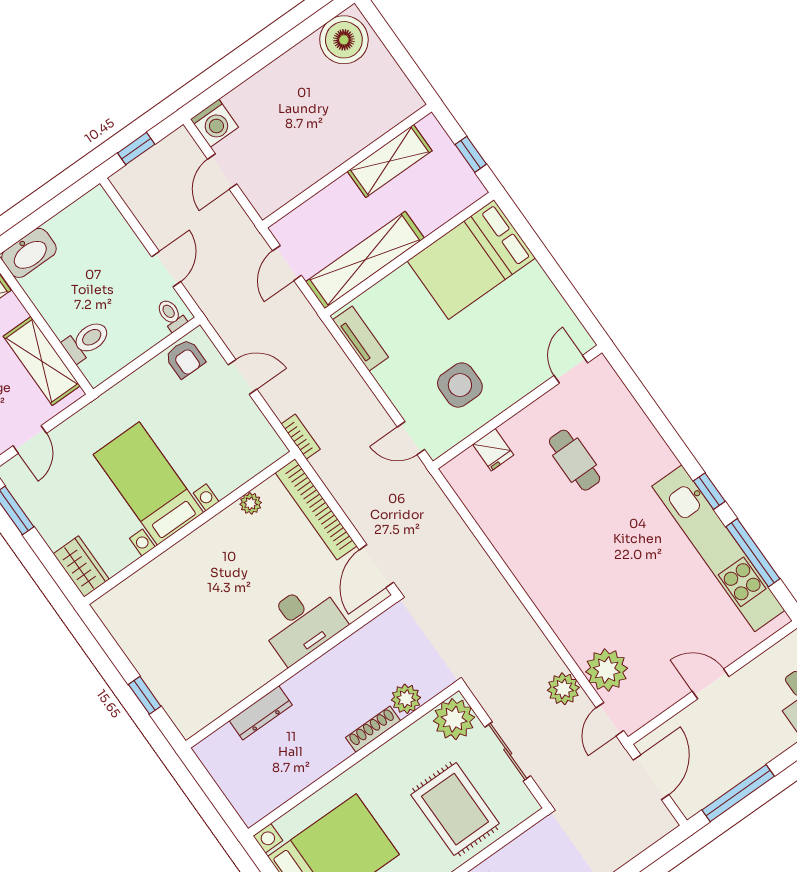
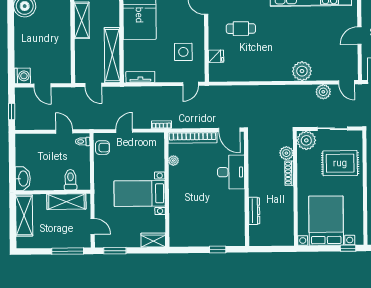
plant: (607, 670) -> (302, 71), moved

